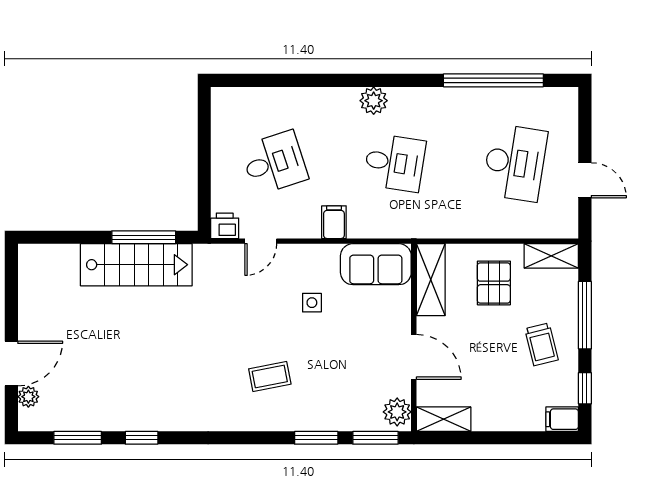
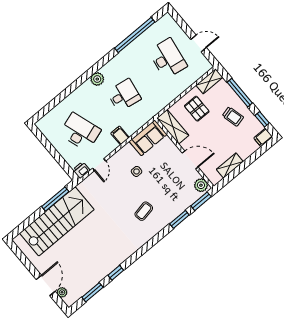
desk: (274, 163) -> (80, 132), width x1.37
stairs: (136, 265) -> (57, 221), width x1.36, depth x1.51
shelving: (444, 419) -> (230, 165), moved

